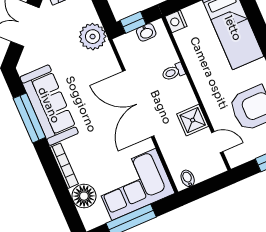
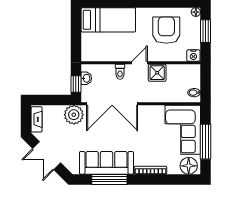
nightstand: (176, 21) -> (193, 56), moved
double door: (138, 104) -> (112, 104), moved
door: (217, 142) -> (140, 63), moved
floor lamp: (84, 196) -> (189, 166), moved

